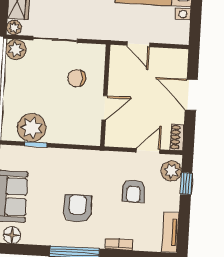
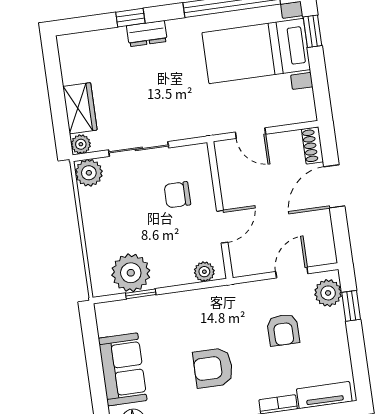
door: (191, 95) -> (334, 186), hinge flipped
shoe rack: (177, 137) -> (312, 145), moved
plant: (85, 138) -> (204, 272), added
armchair: (77, 208) -> (213, 368), turned -90
tv unit: (170, 232) -> (324, 395), moved, turned 90

